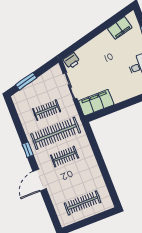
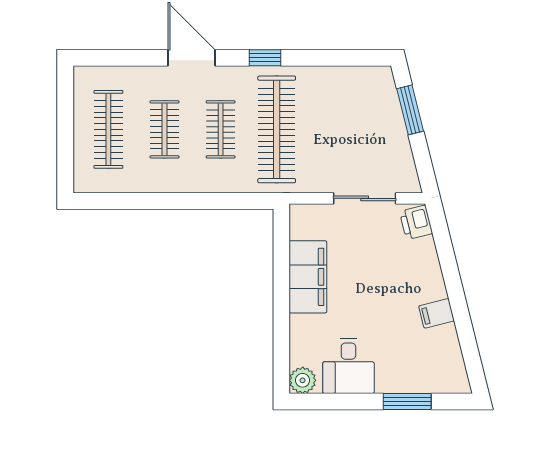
filing cabinet: (120, 28) -> (437, 313), moved, width x0.50
filing cabinet: (96, 103) -> (308, 277), moved
clothes rail: (47, 110) -> (165, 129), moved

